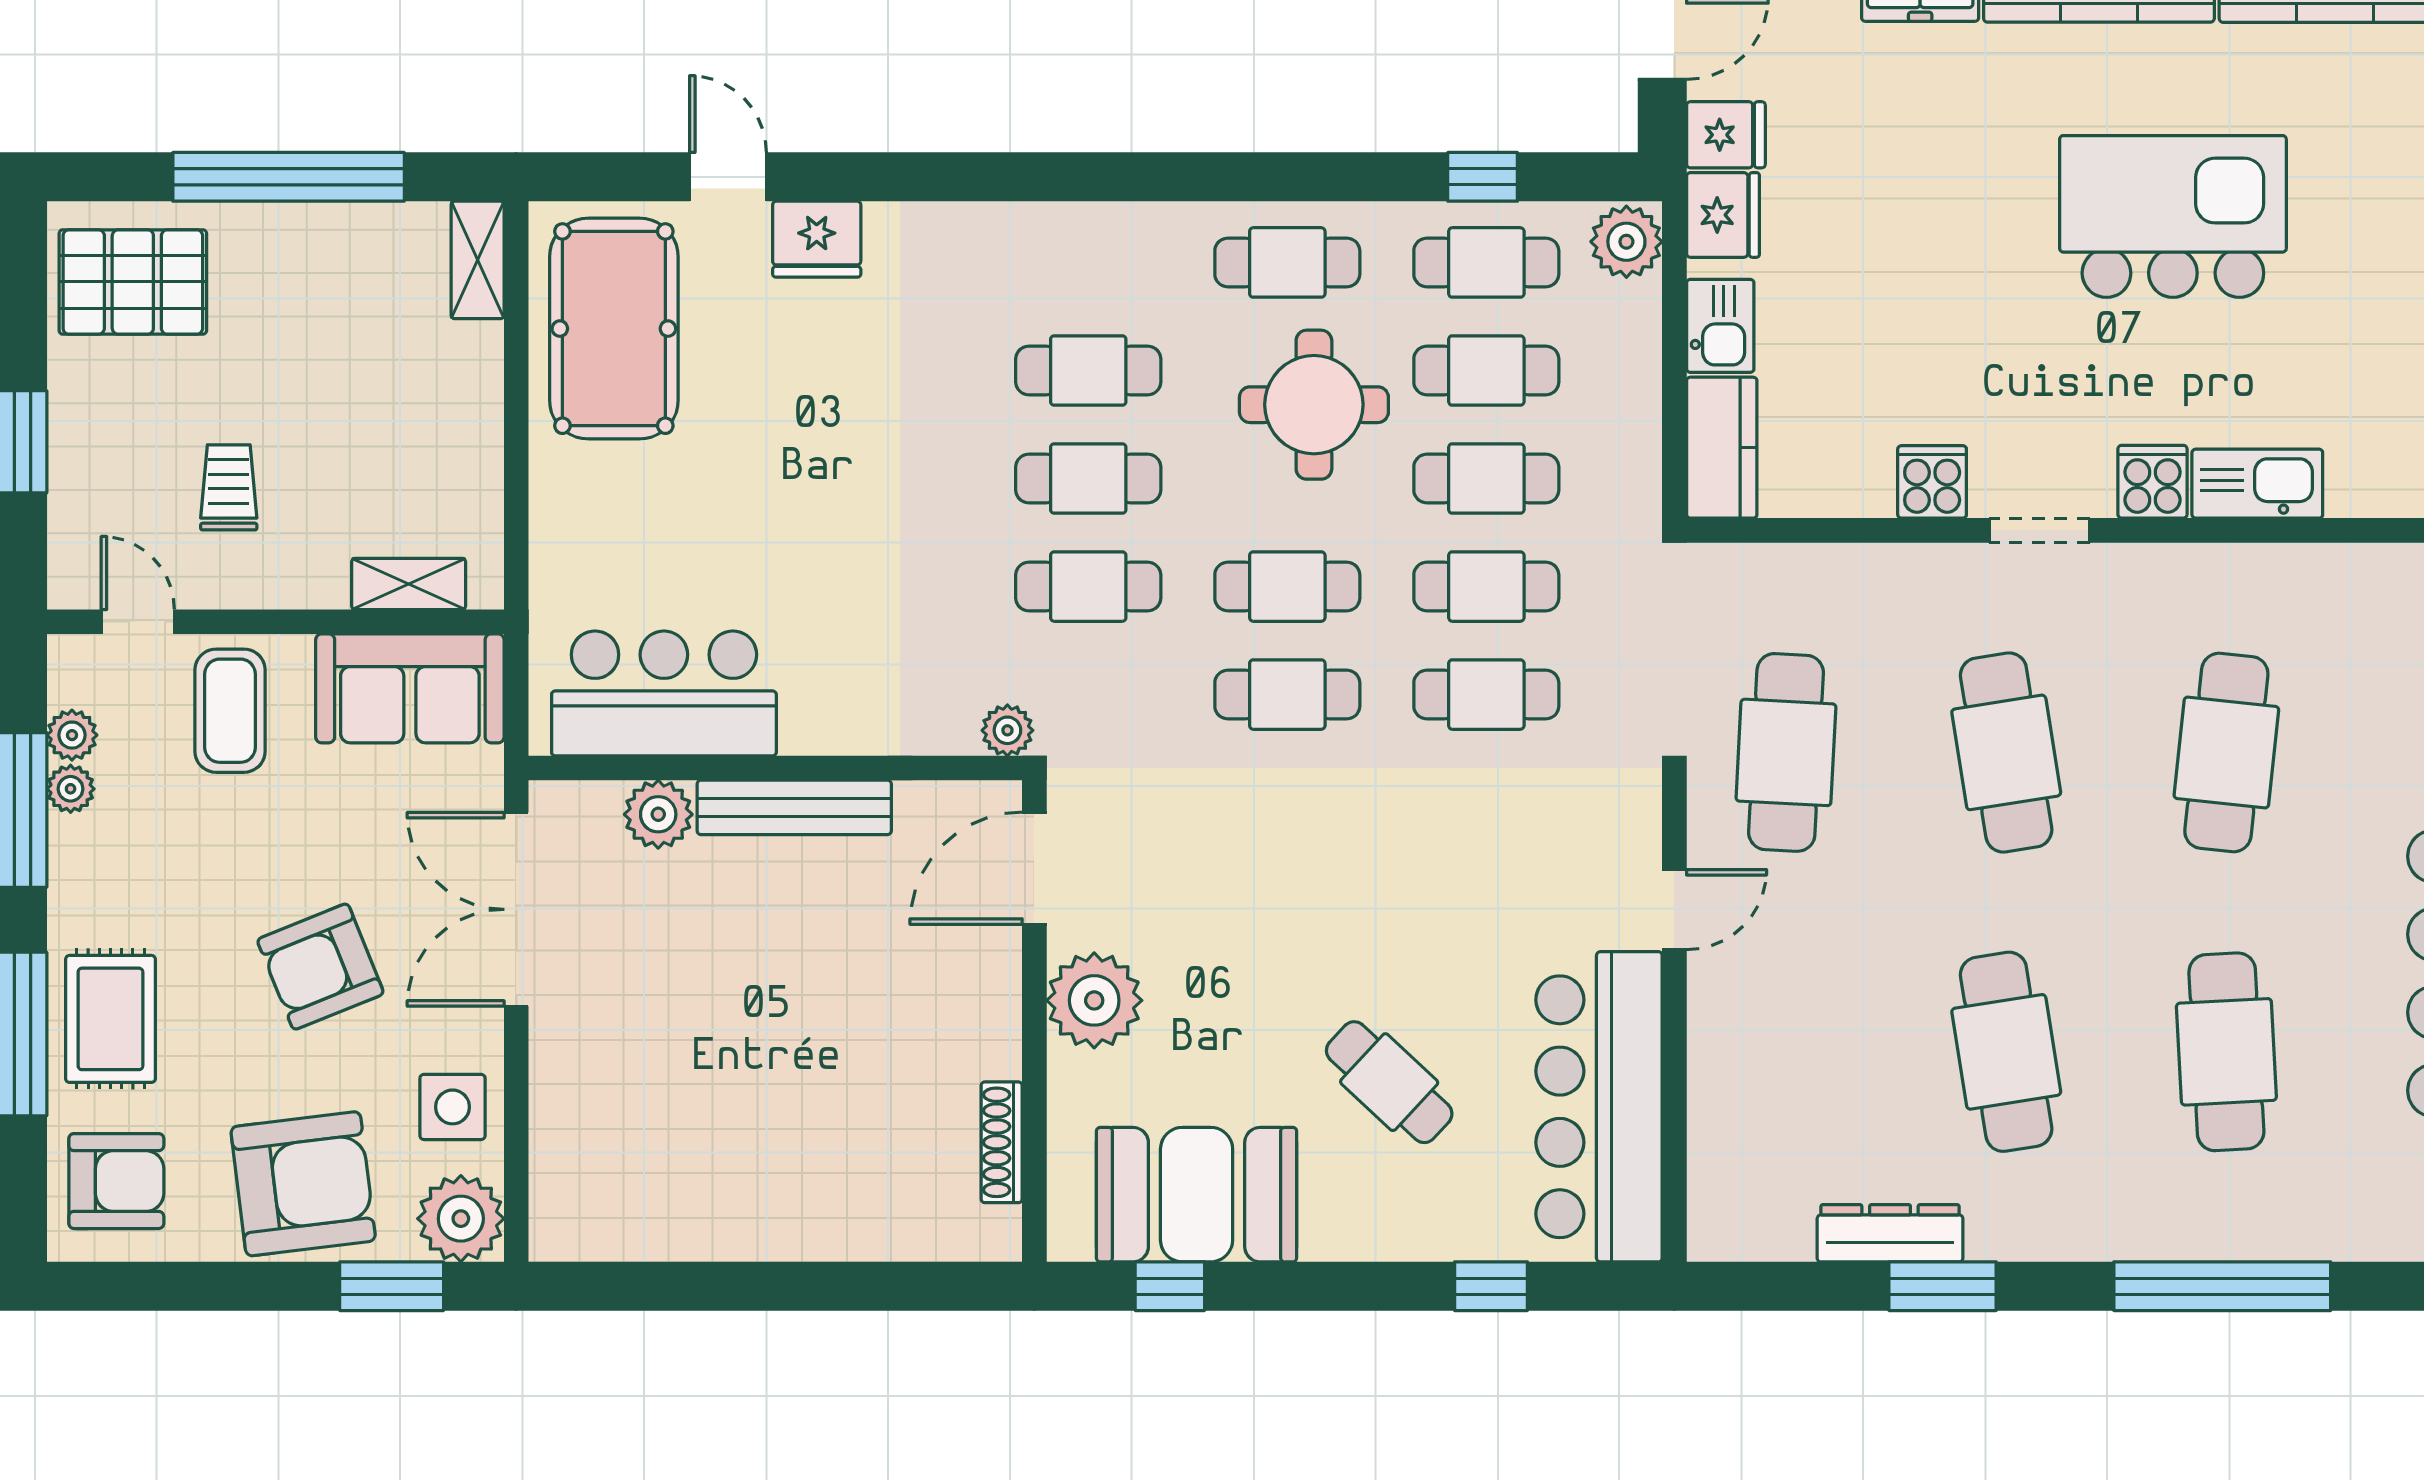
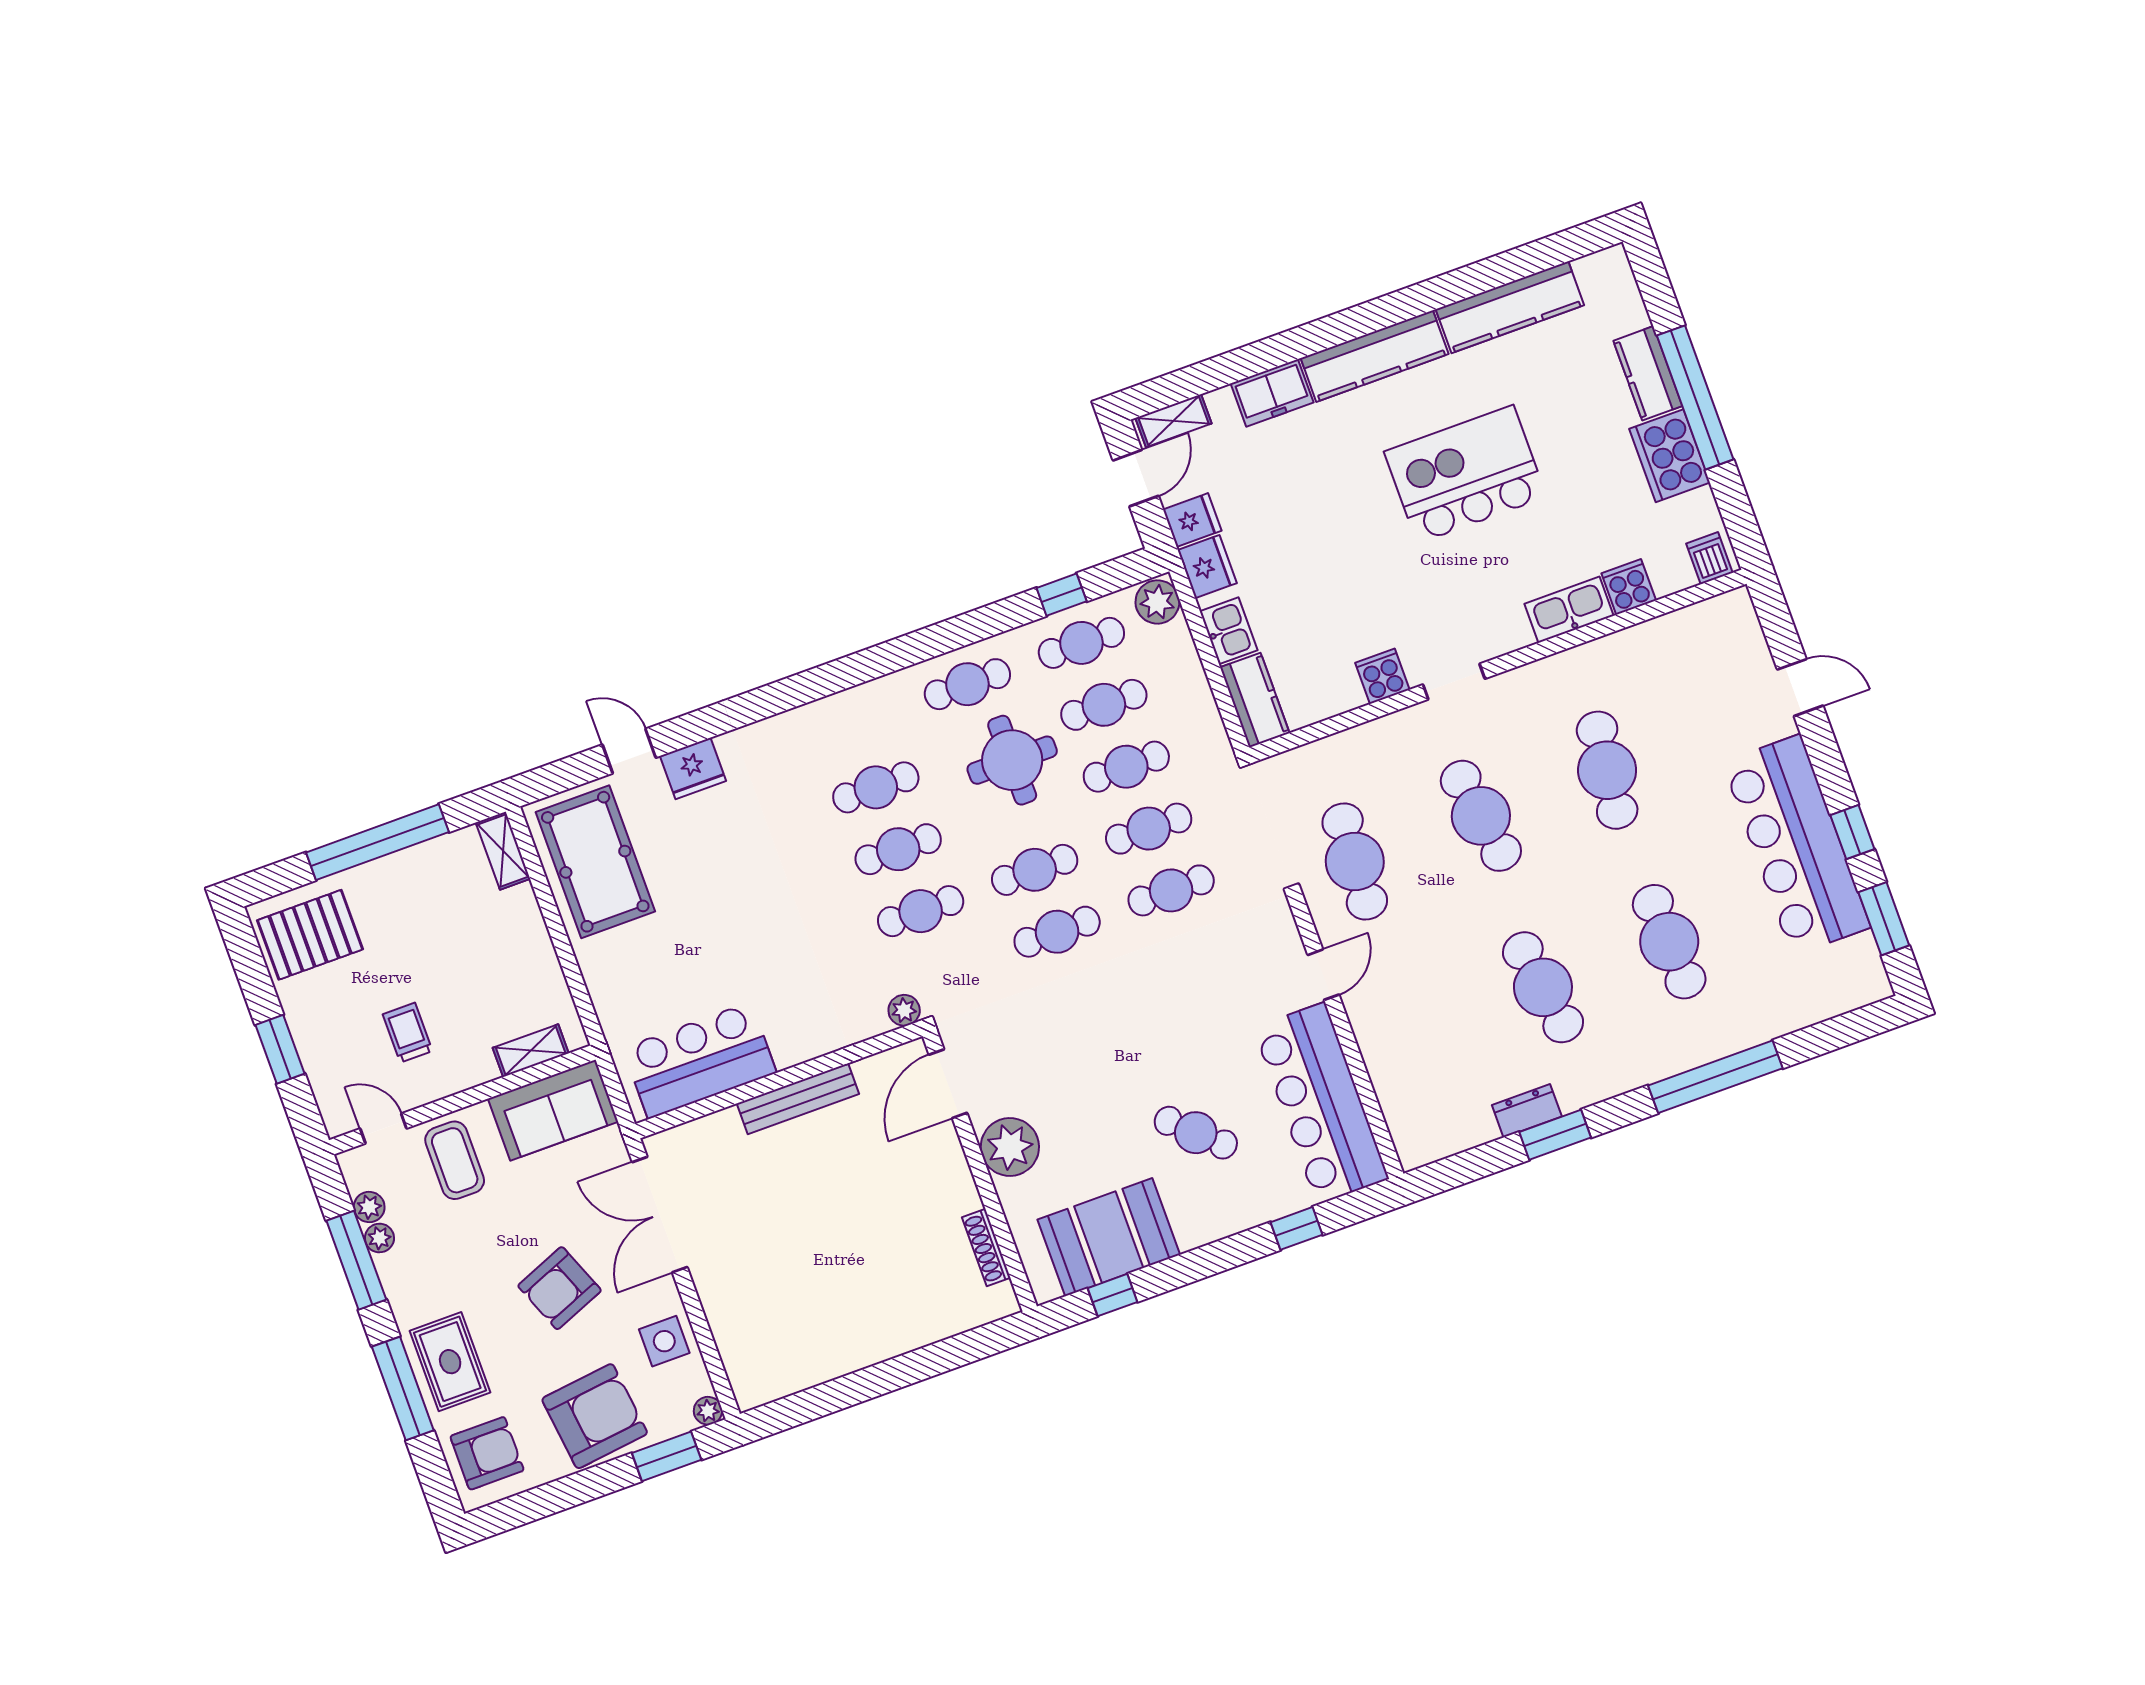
cooker: (2152, 482) -> (1629, 587), moved
plant: (658, 814) -> (721, 1131), removed
plant: (461, 1219) -> (708, 1411), width x0.53, depth x0.53
dresser: (1890, 1233) -> (1527, 1111), width x0.70

